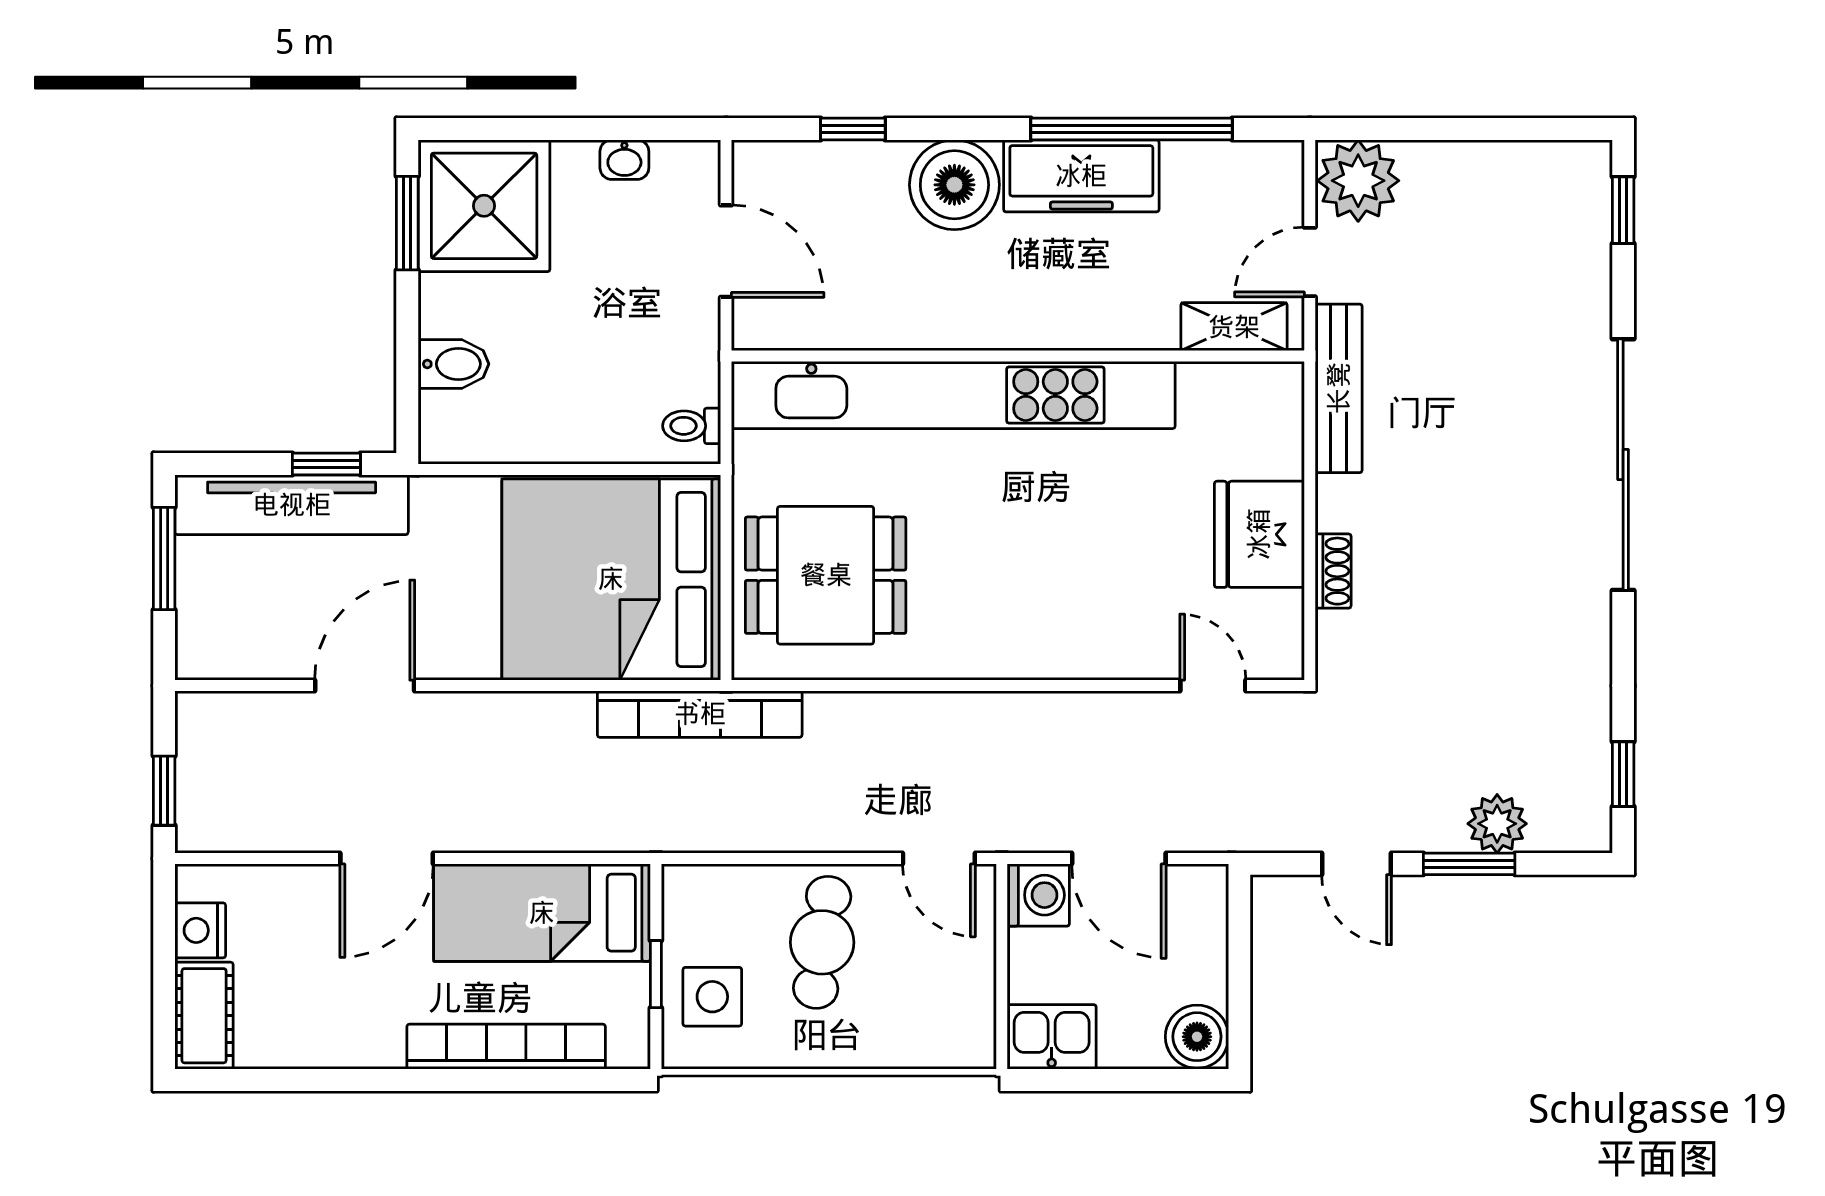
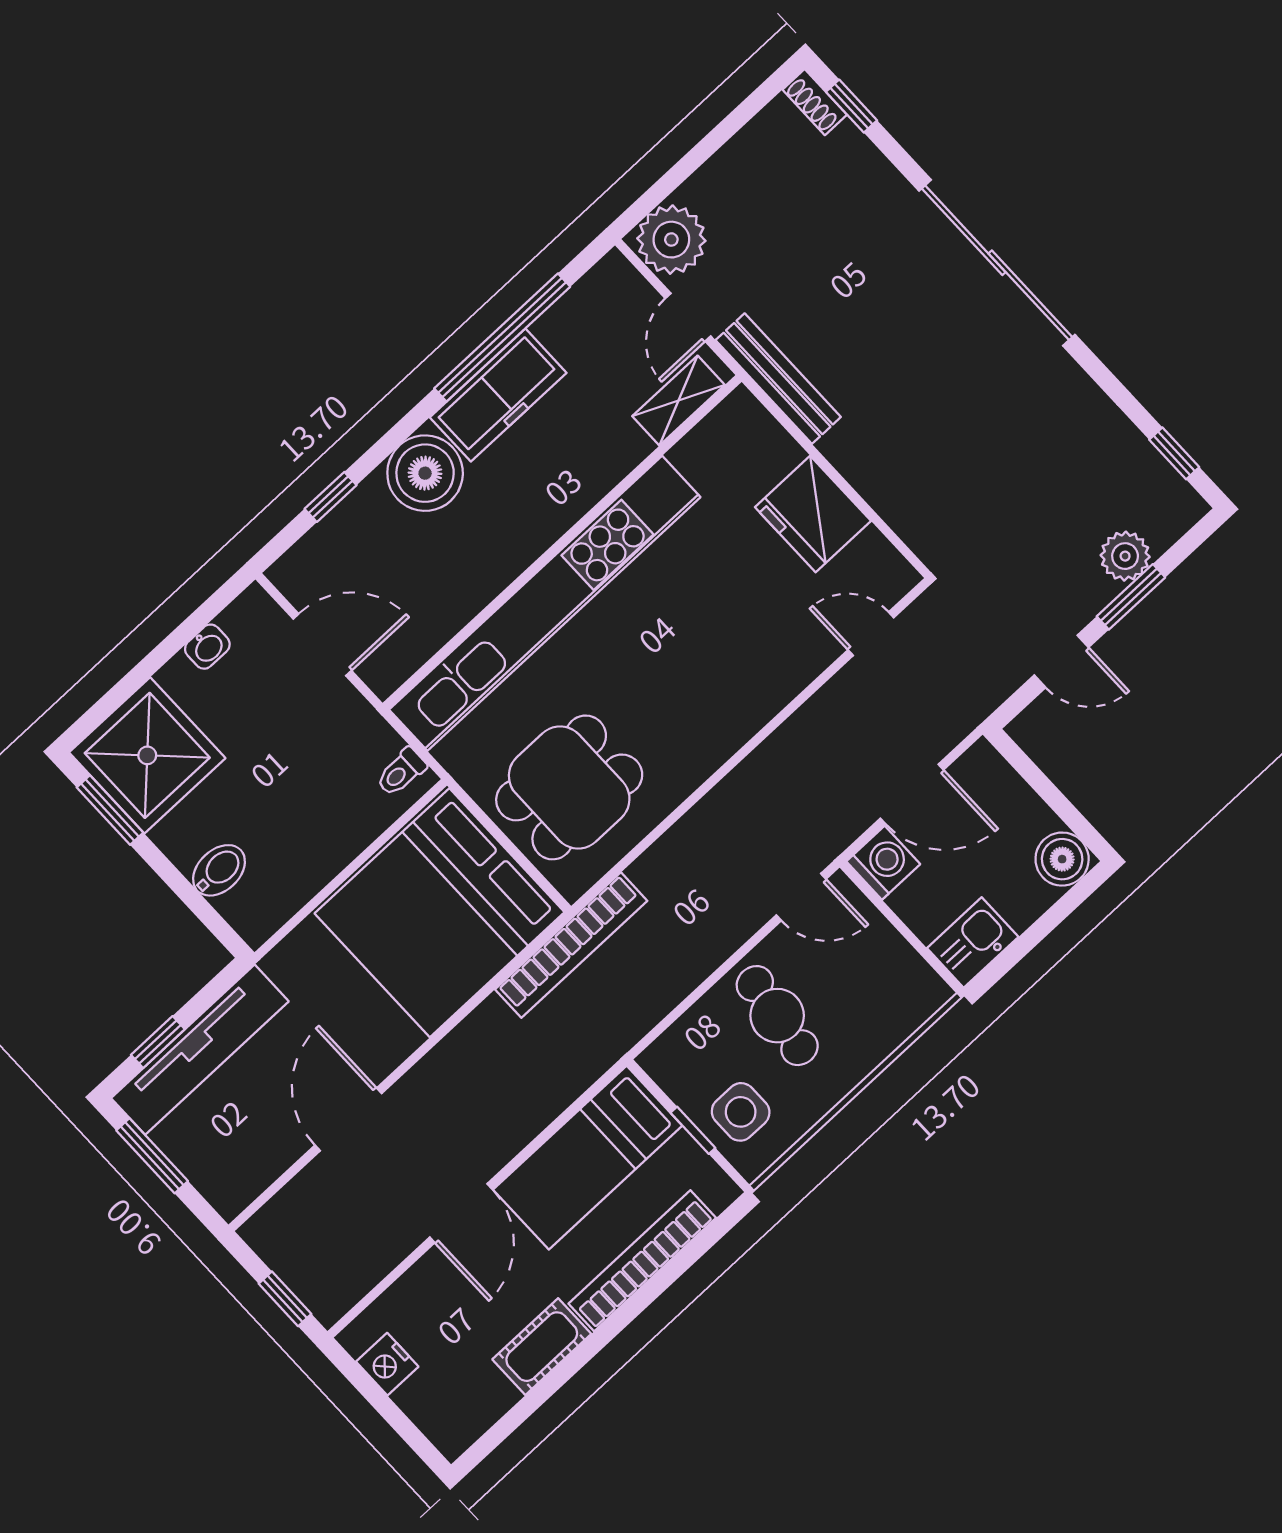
window: (326, 464) -> (158, 1042), moved
shoe rack: (1333, 571) -> (815, 102), moved, turned 180
cot: (204, 1016) -> (542, 1347), moved, turned 90

